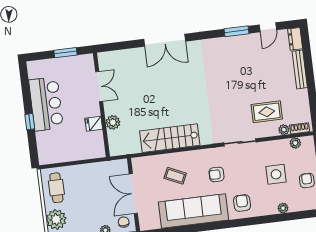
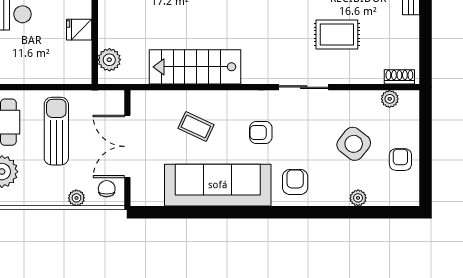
rug: (267, 112) -> (337, 34), moved
plant: (113, 122) -> (109, 60), moved
plant: (284, 130) -> (375, 76), removed
side table: (276, 174) -> (354, 144), turned 38
sun lounger: (87, 190) -> (56, 131), added

